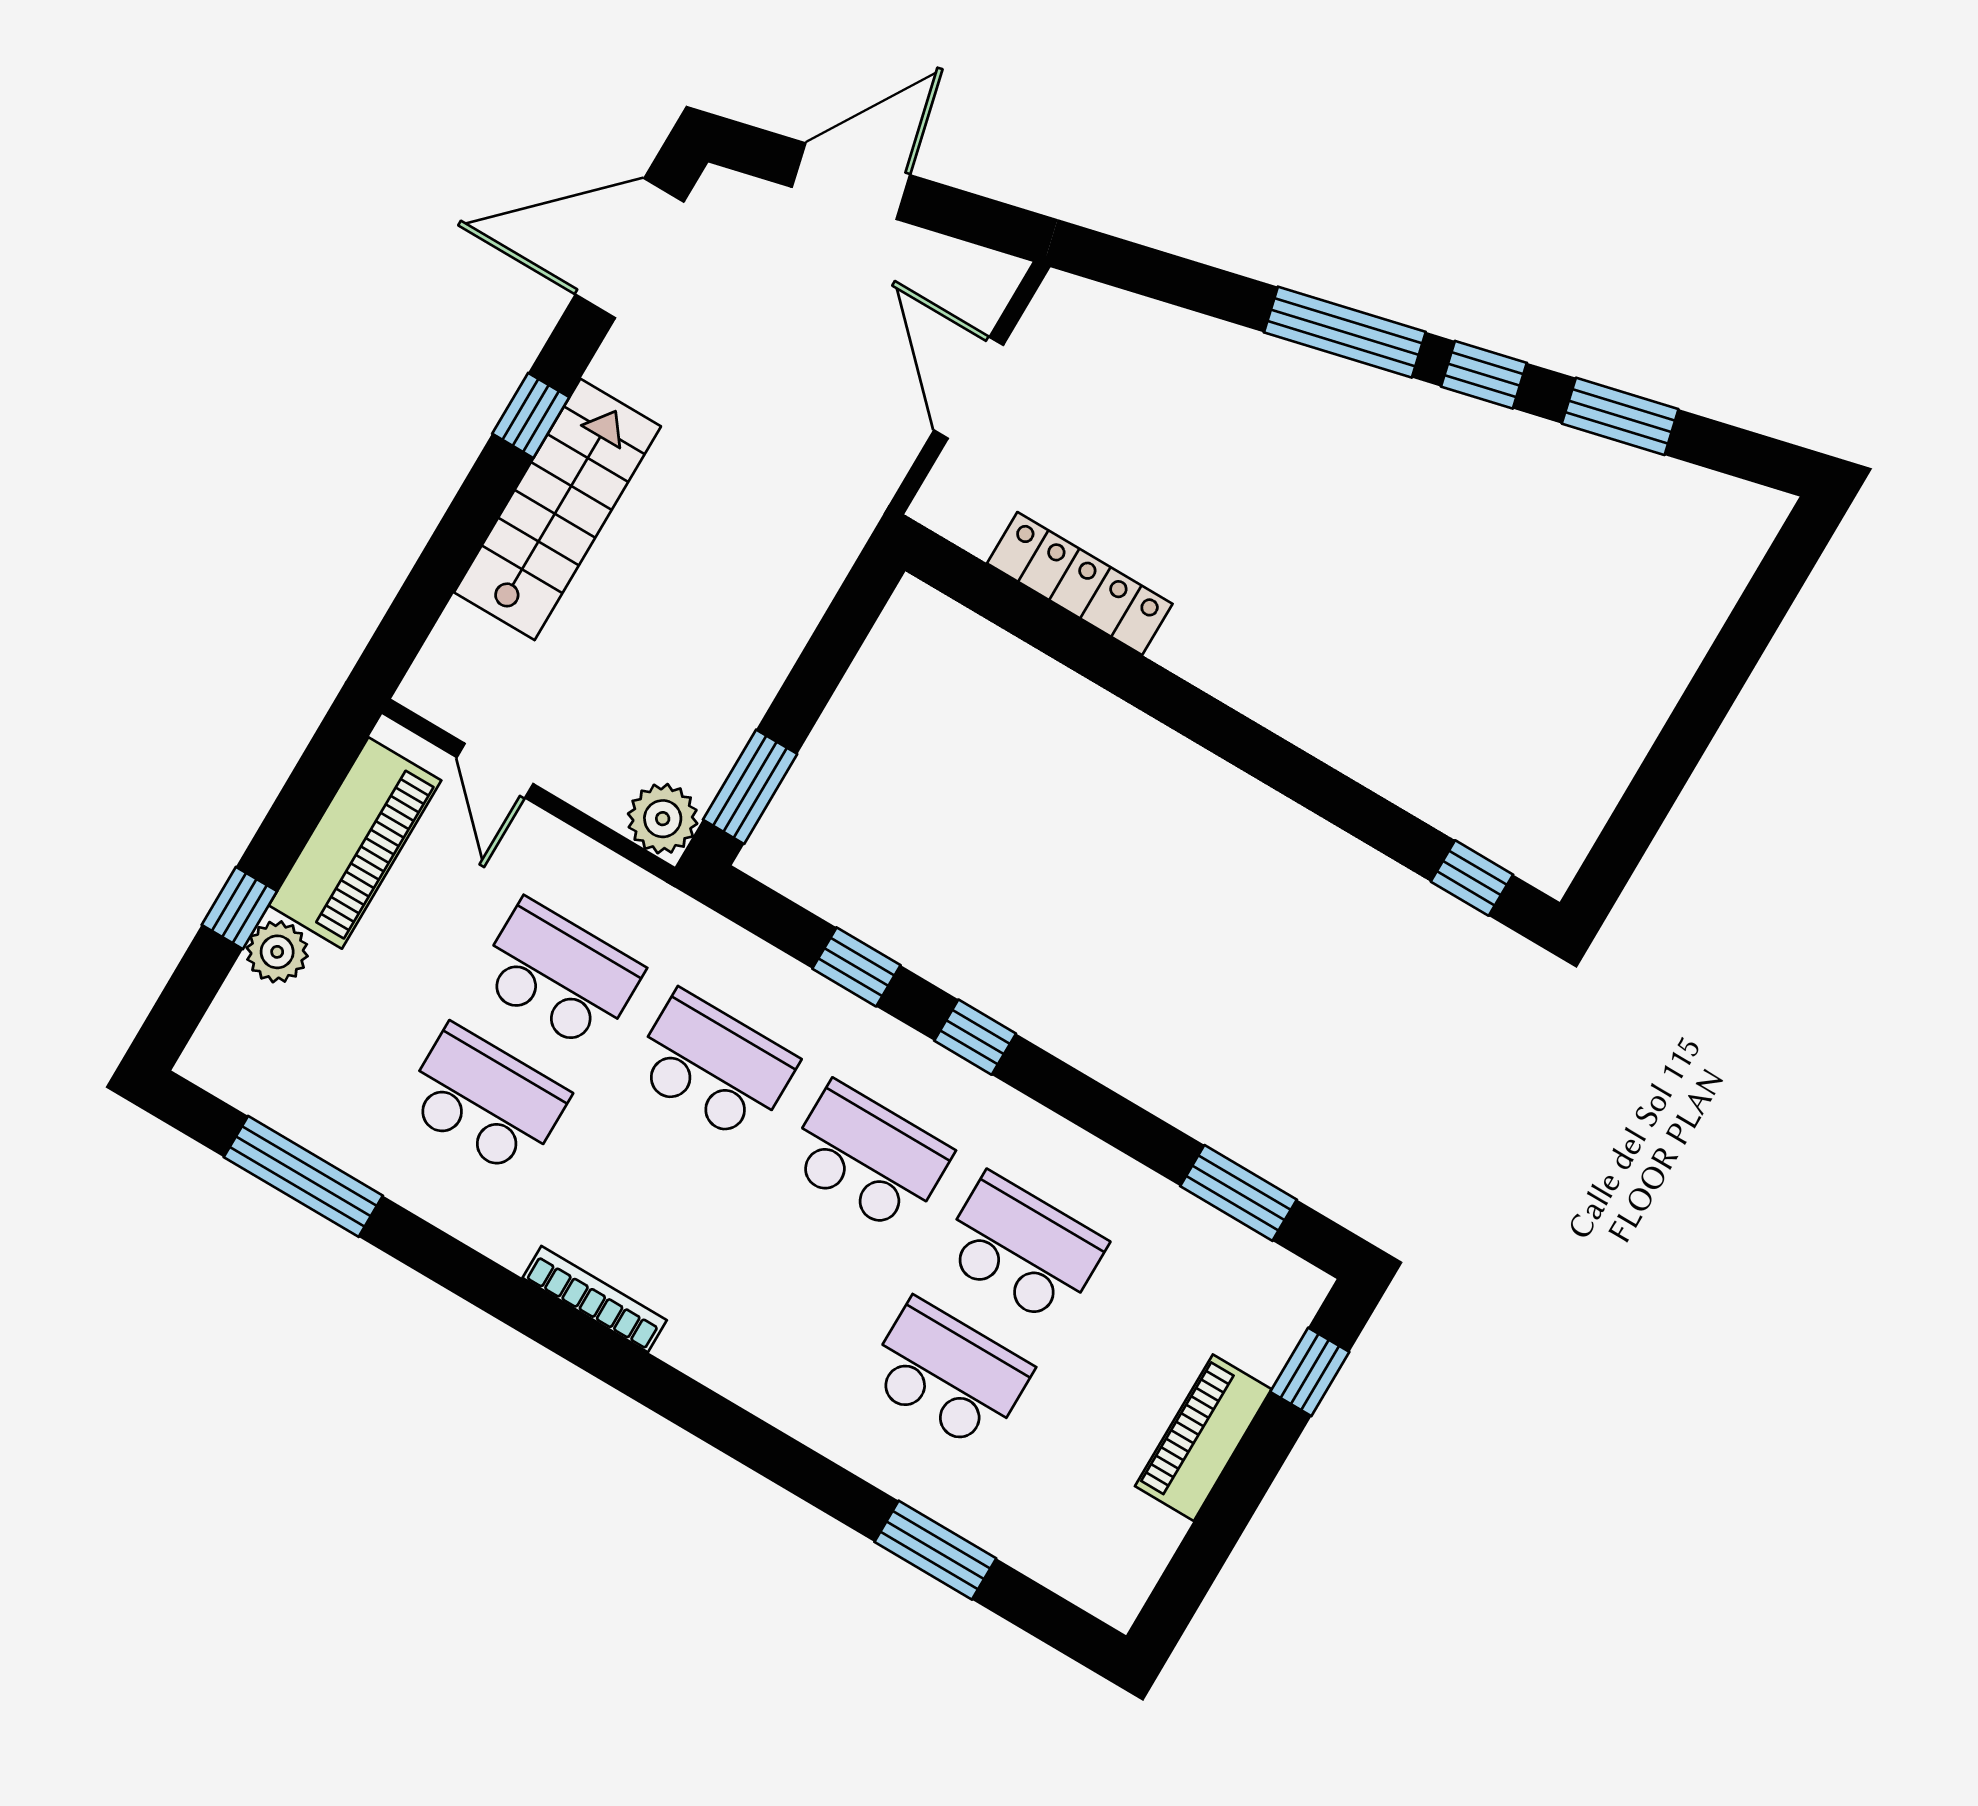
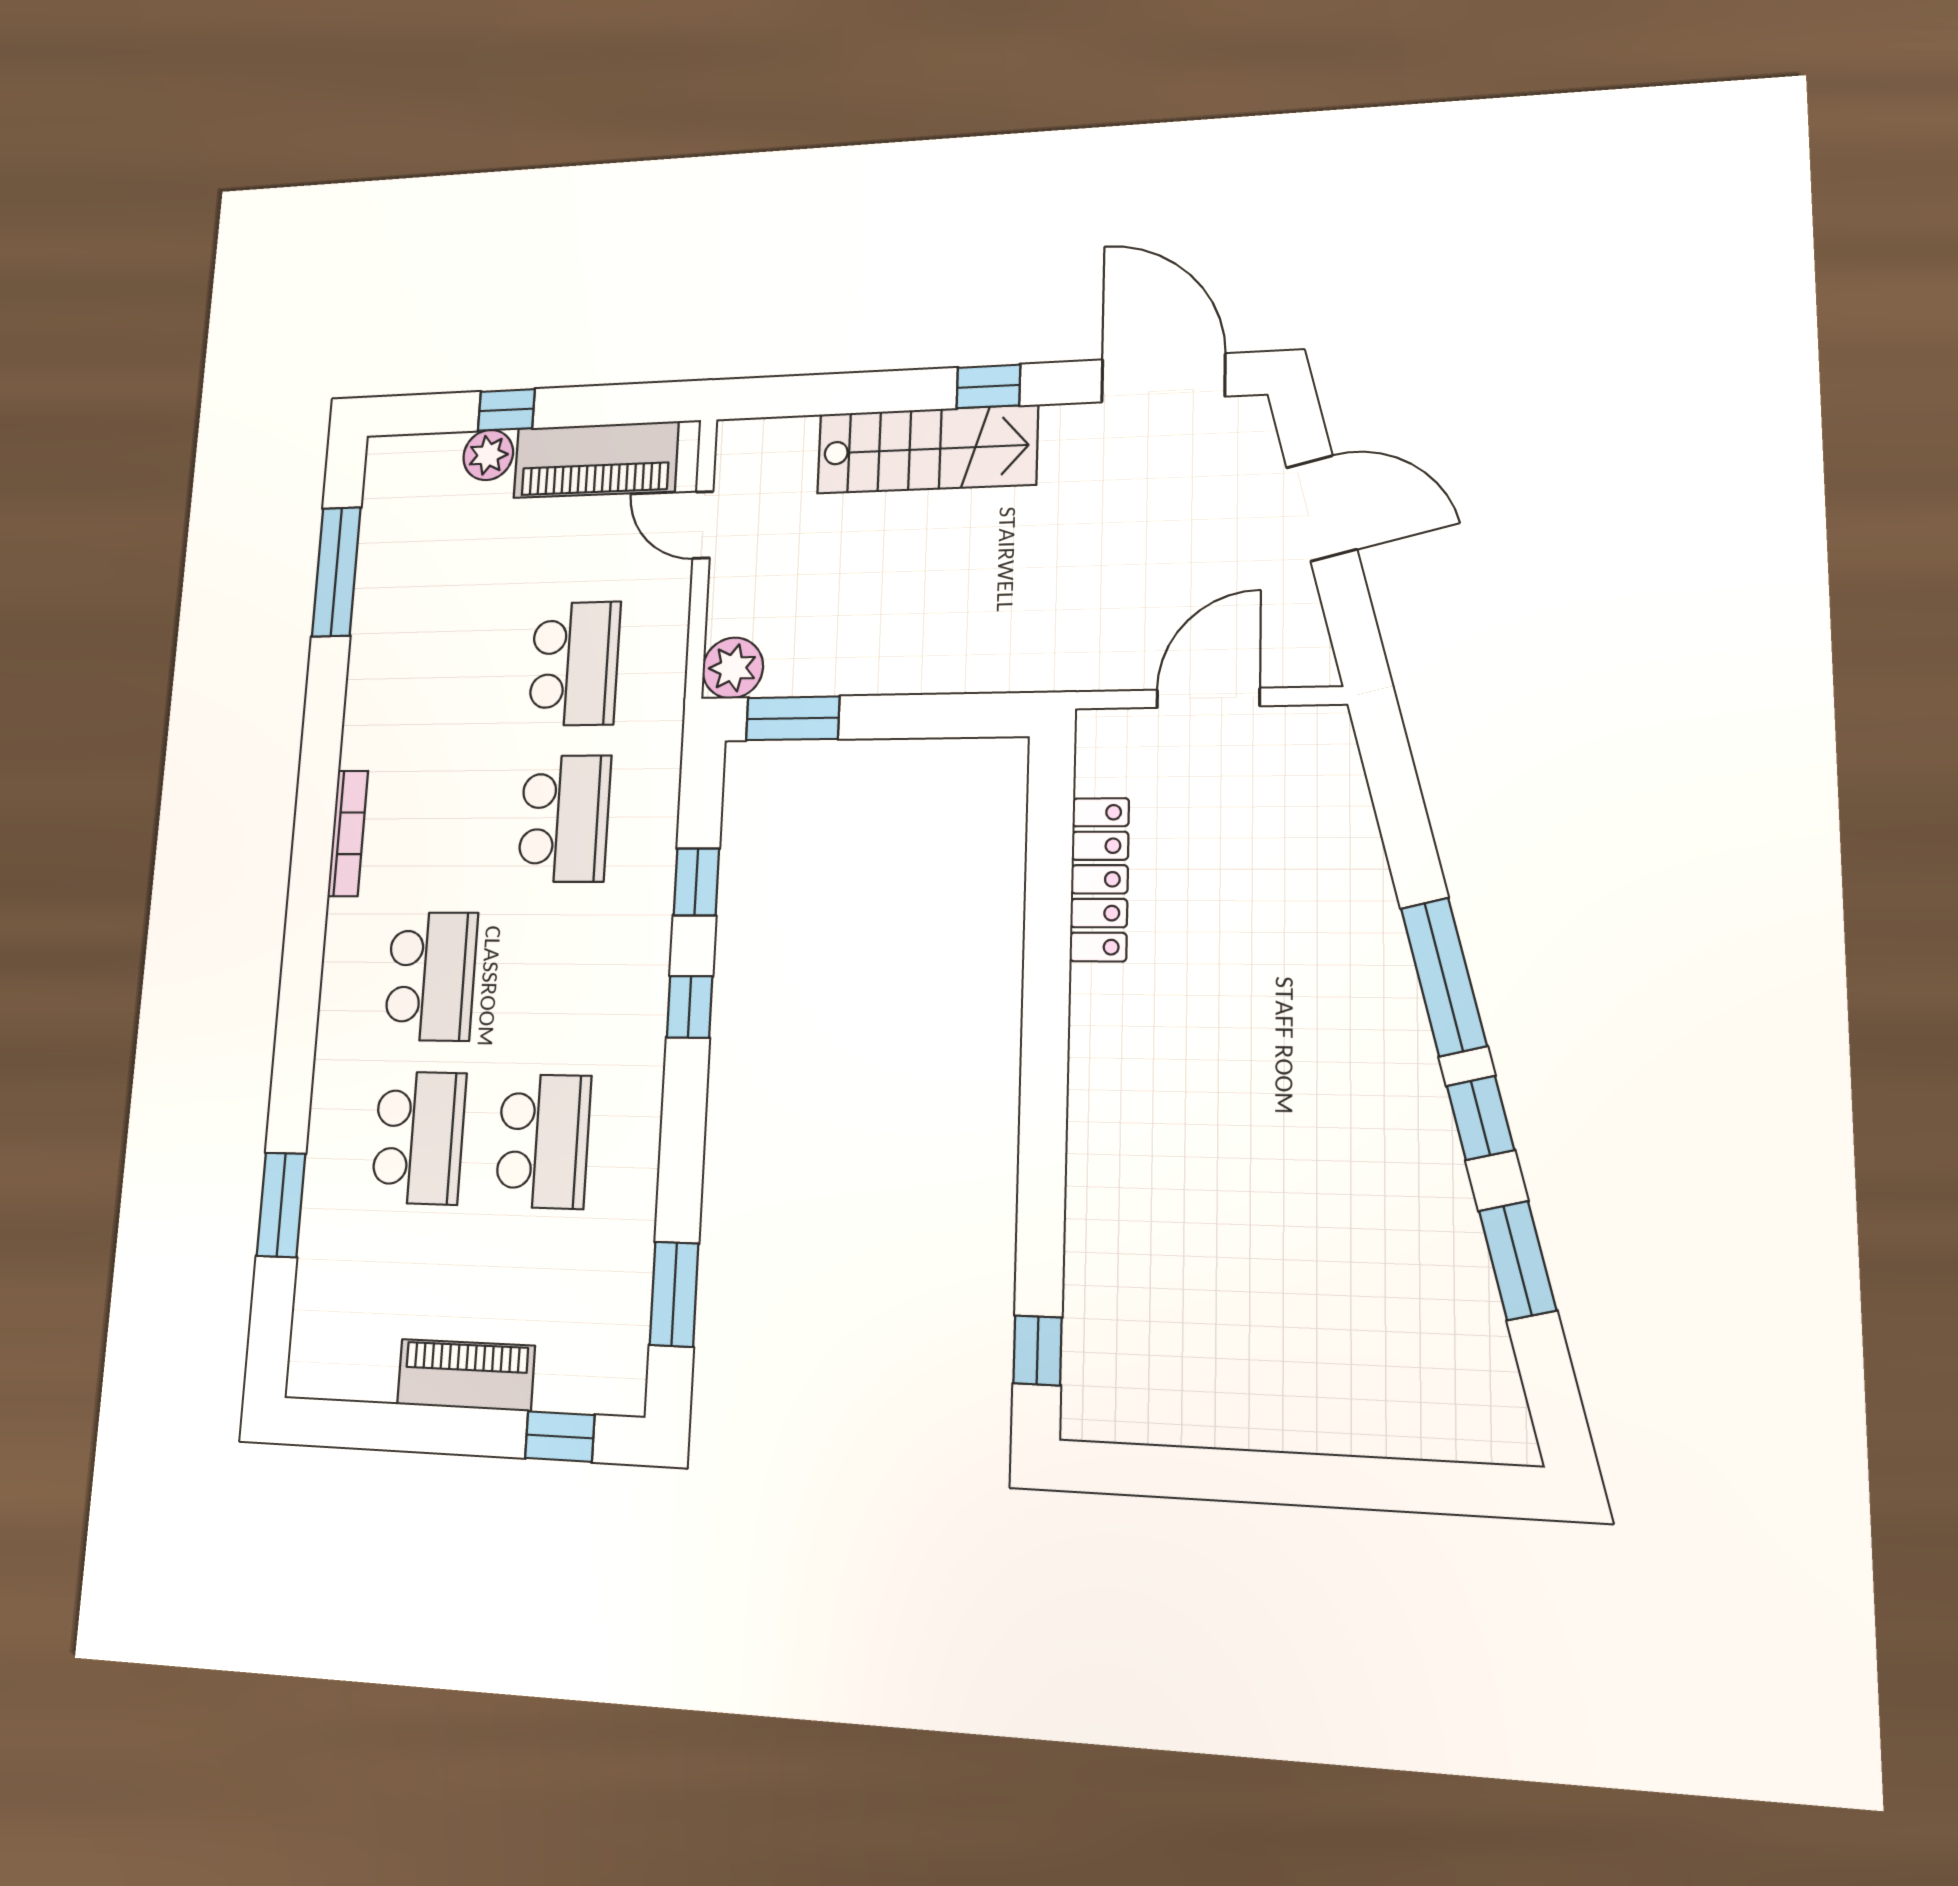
door: (495, 771) -> (703, 525), hinge flipped
school desk: (485, 1100) -> (455, 666), removed
school desk: (868, 1158) -> (431, 976), moved

